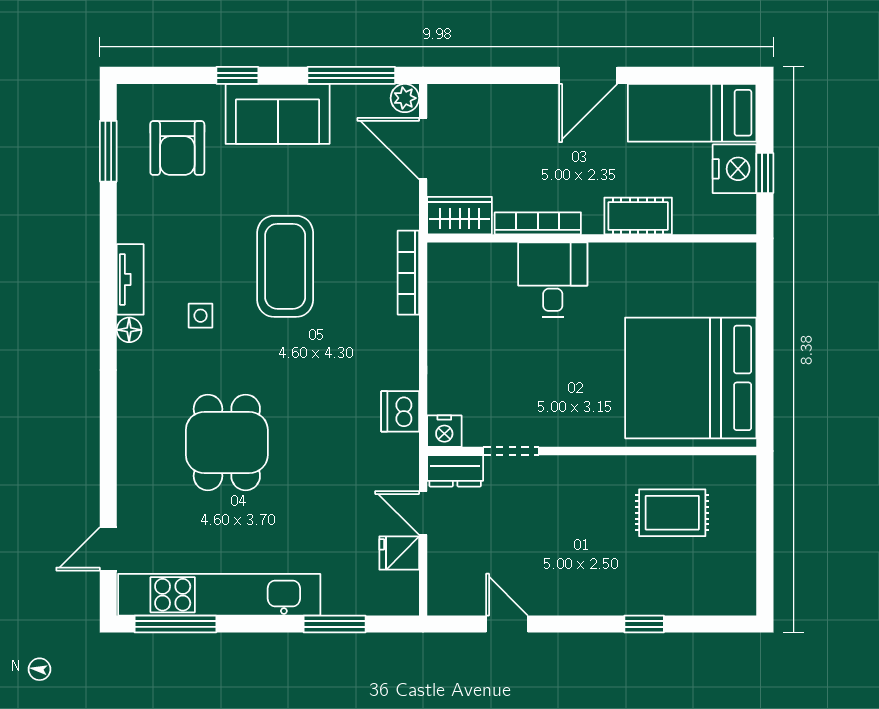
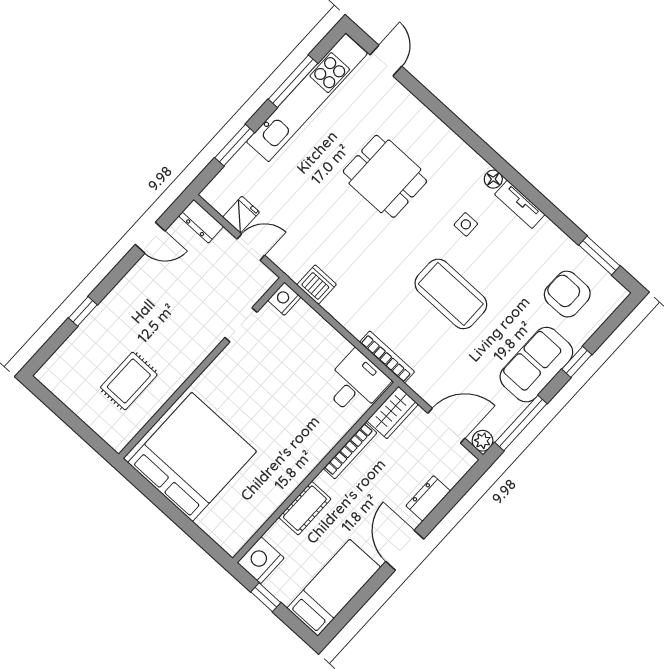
dresser: (514, 100) -> (428, 498), added
nightstand: (735, 169) -> (261, 560), moved, turned 90
desk: (553, 280) -> (356, 384), moved, turned -90
dresser: (455, 471) -> (201, 221), moved, turned -90
window: (175, 624) -> (293, 81), moved

